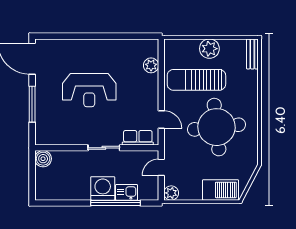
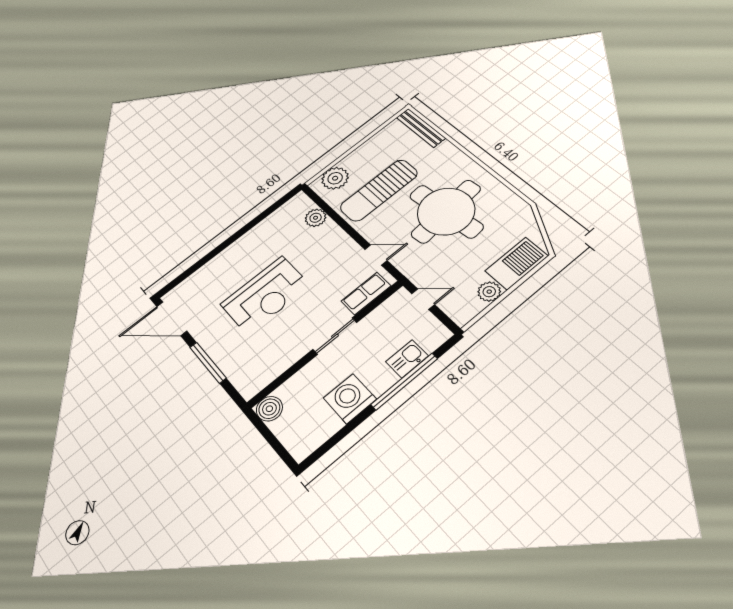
plant: (209, 49) -> (335, 178), moved
bench: (252, 54) -> (421, 128), width x1.36
door: (161, 167) -> (423, 299), swing flipped
washing machine: (103, 188) -> (350, 399), moved
plant: (171, 193) -> (489, 292), moved

